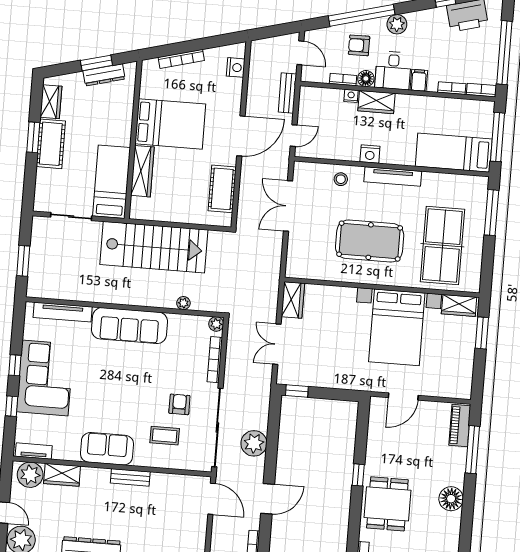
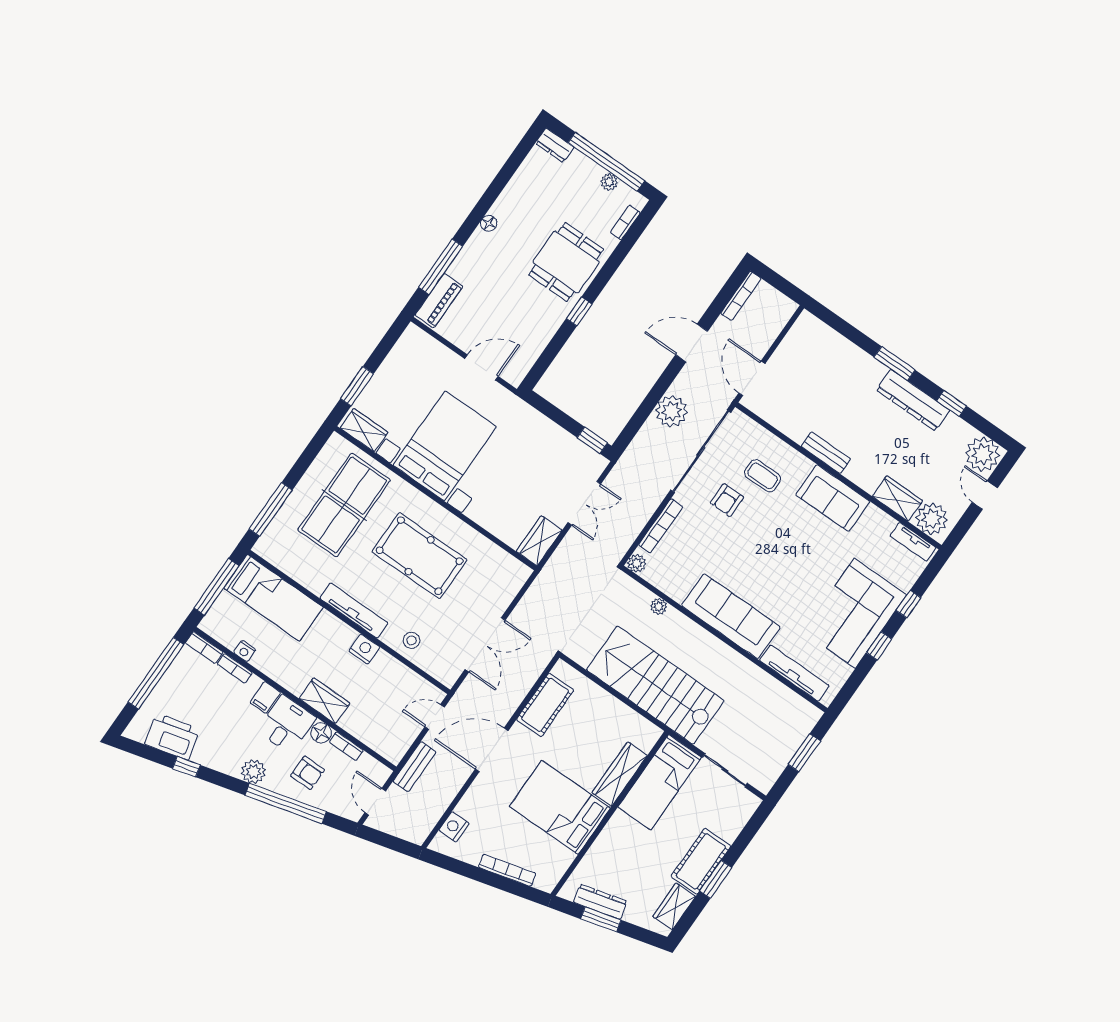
nightstand: (351, 96) -> (245, 651), moved
floor lamp: (451, 499) -> (489, 223), width x0.53, depth x0.53

